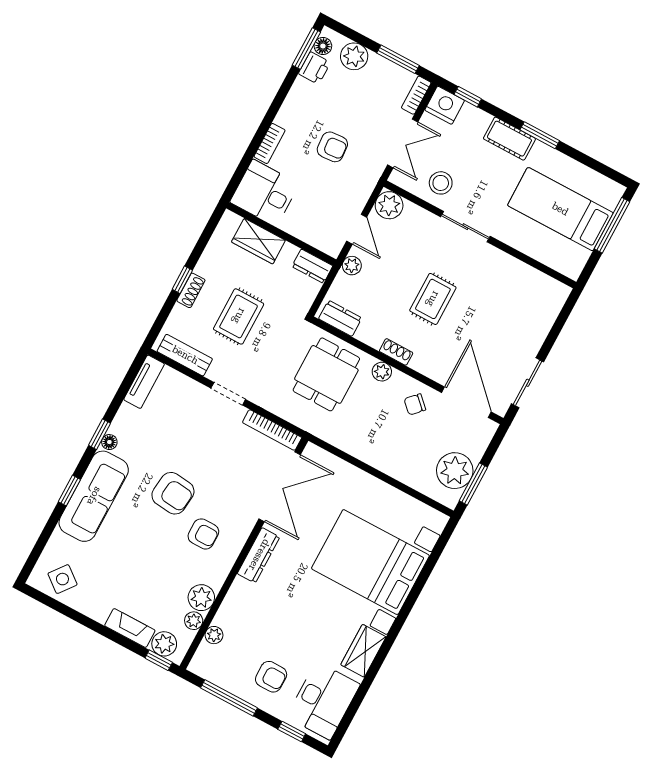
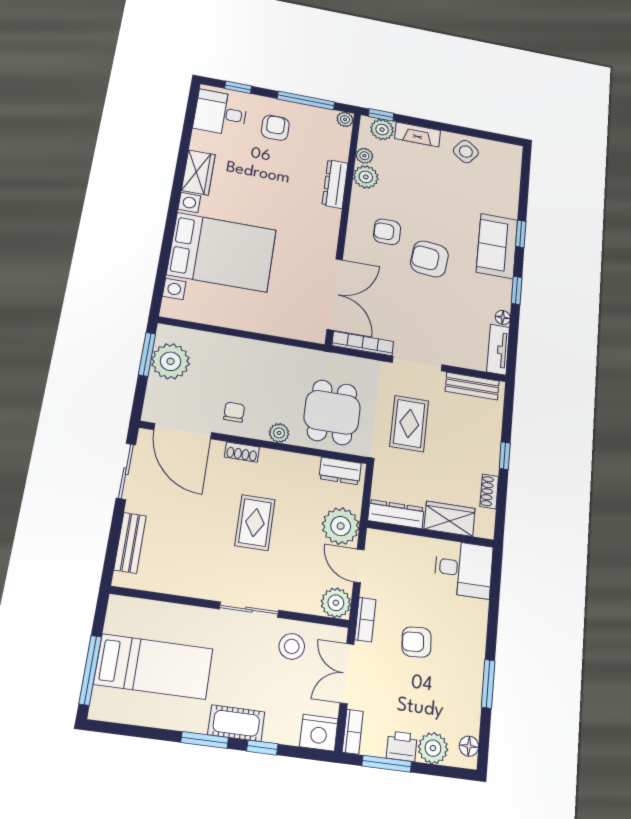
window: (306, 49) -> (488, 684), moved
printer: (314, 68) -> (402, 746), moved, turned 90
window: (468, 97) -> (262, 748), moved
bookcase: (270, 143) -> (365, 620), moved, turned 180
dresser: (312, 266) -> (396, 514), width x1.44
plant: (352, 266) -> (341, 526), width x1.88, depth x1.88
shoe rack: (191, 290) -> (489, 492), moved
rug: (239, 316) -> (409, 423), moved
bench: (545, 319) -> (130, 543), added
shoe rack: (396, 352) -> (242, 452), moved
doorway: (228, 394) -> (417, 364), width x1.38
chair: (415, 404) -> (234, 412), turned -44
floor lamp: (109, 442) -> (503, 317), moved
double door: (280, 487) -> (335, 294), swing flipped
sofa: (94, 496) -> (497, 246), width x0.73
dresser: (259, 555) -> (335, 184), moved
side table: (62, 579) -> (466, 152), moved
plant: (214, 635) -> (345, 119), moved
armchair: (271, 677) -> (275, 128), turned 90
desk: (323, 701) -> (221, 113), width x0.73

